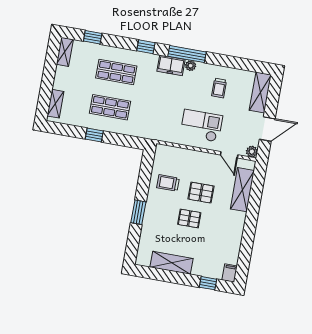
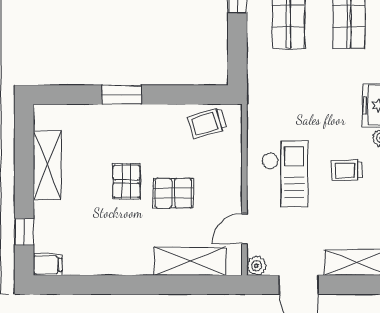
trolley: (219, 88) -> (347, 170), moved
trolley: (168, 183) -> (207, 123), moved, turned -107
pallet: (201, 193) -> (173, 193), turned 90

